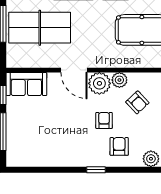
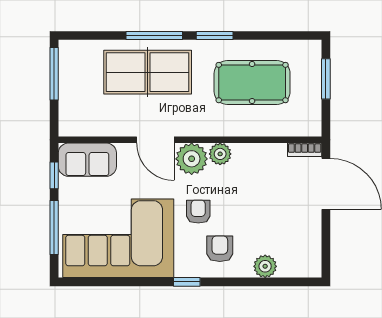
table tennis table: (40, 28) -> (148, 72), moved
armchair: (137, 102) -> (246, 186), removed
corner sofa: (48, 139) -> (118, 238), added

